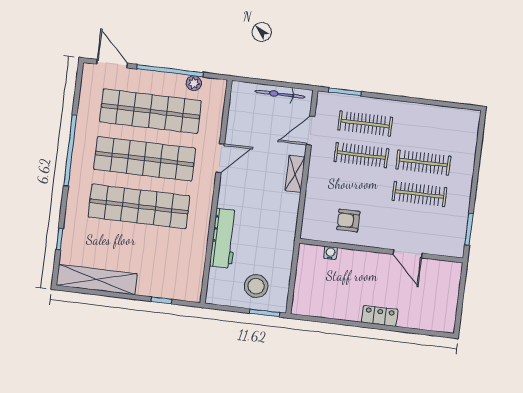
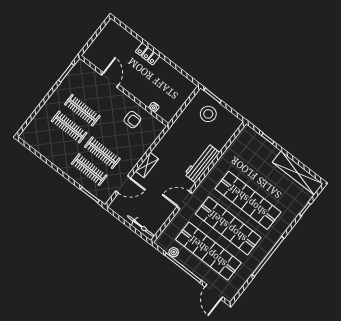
bicycle: (280, 94) -> (141, 226), moved
workbench: (224, 238) -> (202, 163), moved

